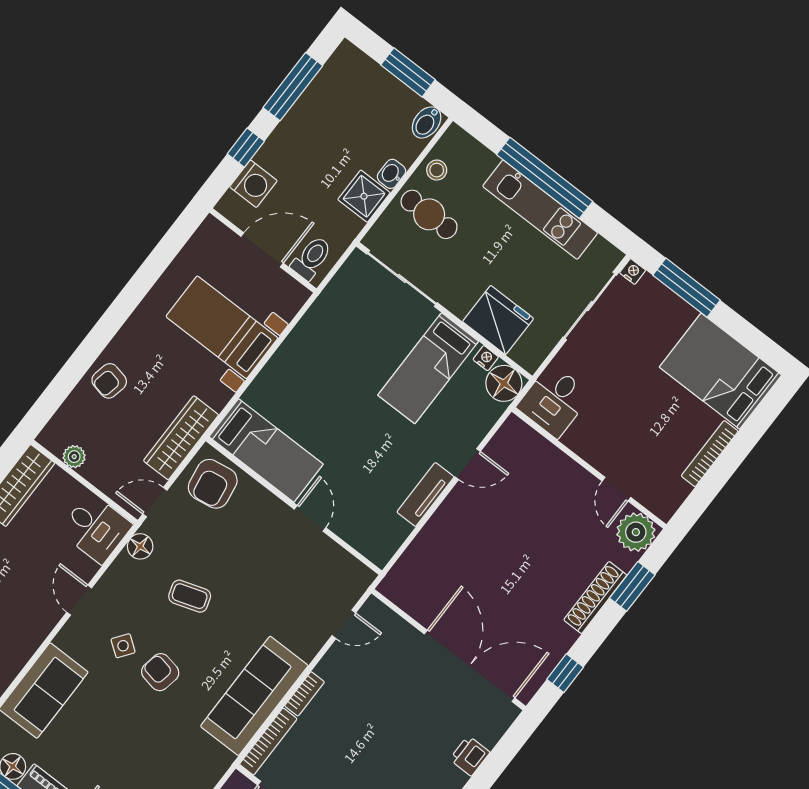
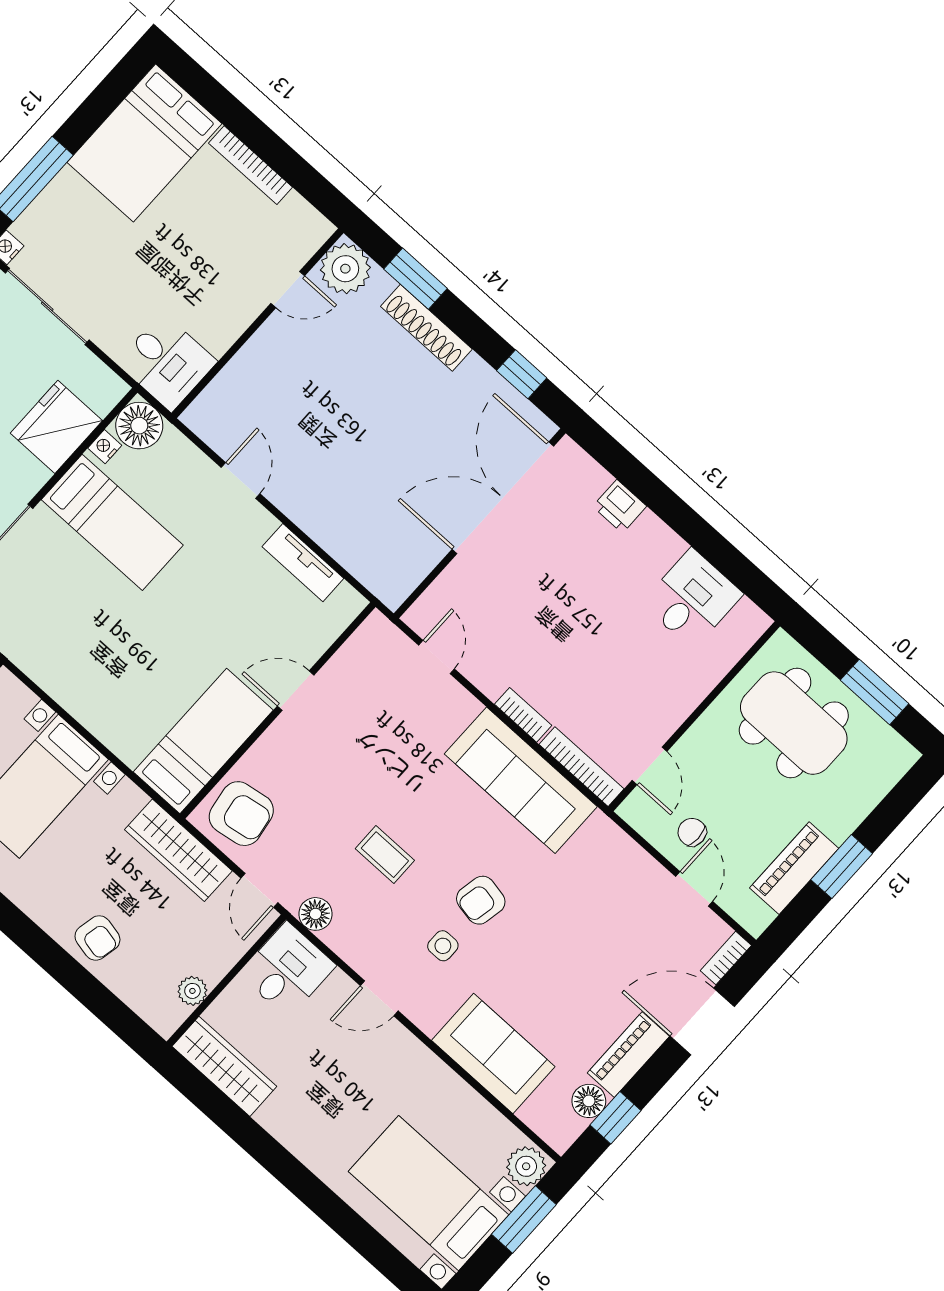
tv unit: (425, 494) -> (303, 563), moved
coffee table: (190, 596) -> (385, 855), turned -72
side table: (123, 646) -> (443, 946), turned -36

